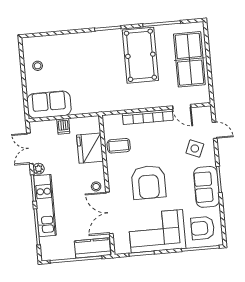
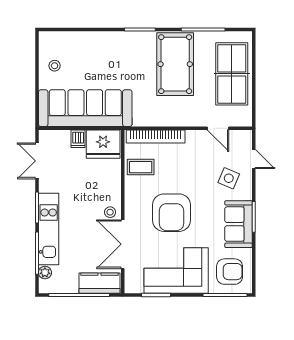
sofa: (49, 105) -> (85, 108), width x1.85, depth x1.27
bookcase: (148, 117) -> (156, 137), moved
fridge: (90, 148) -> (103, 144), moved, turned -90
plant: (39, 169) -> (45, 273), moved
armchair: (203, 228) -> (230, 272), turned 180

